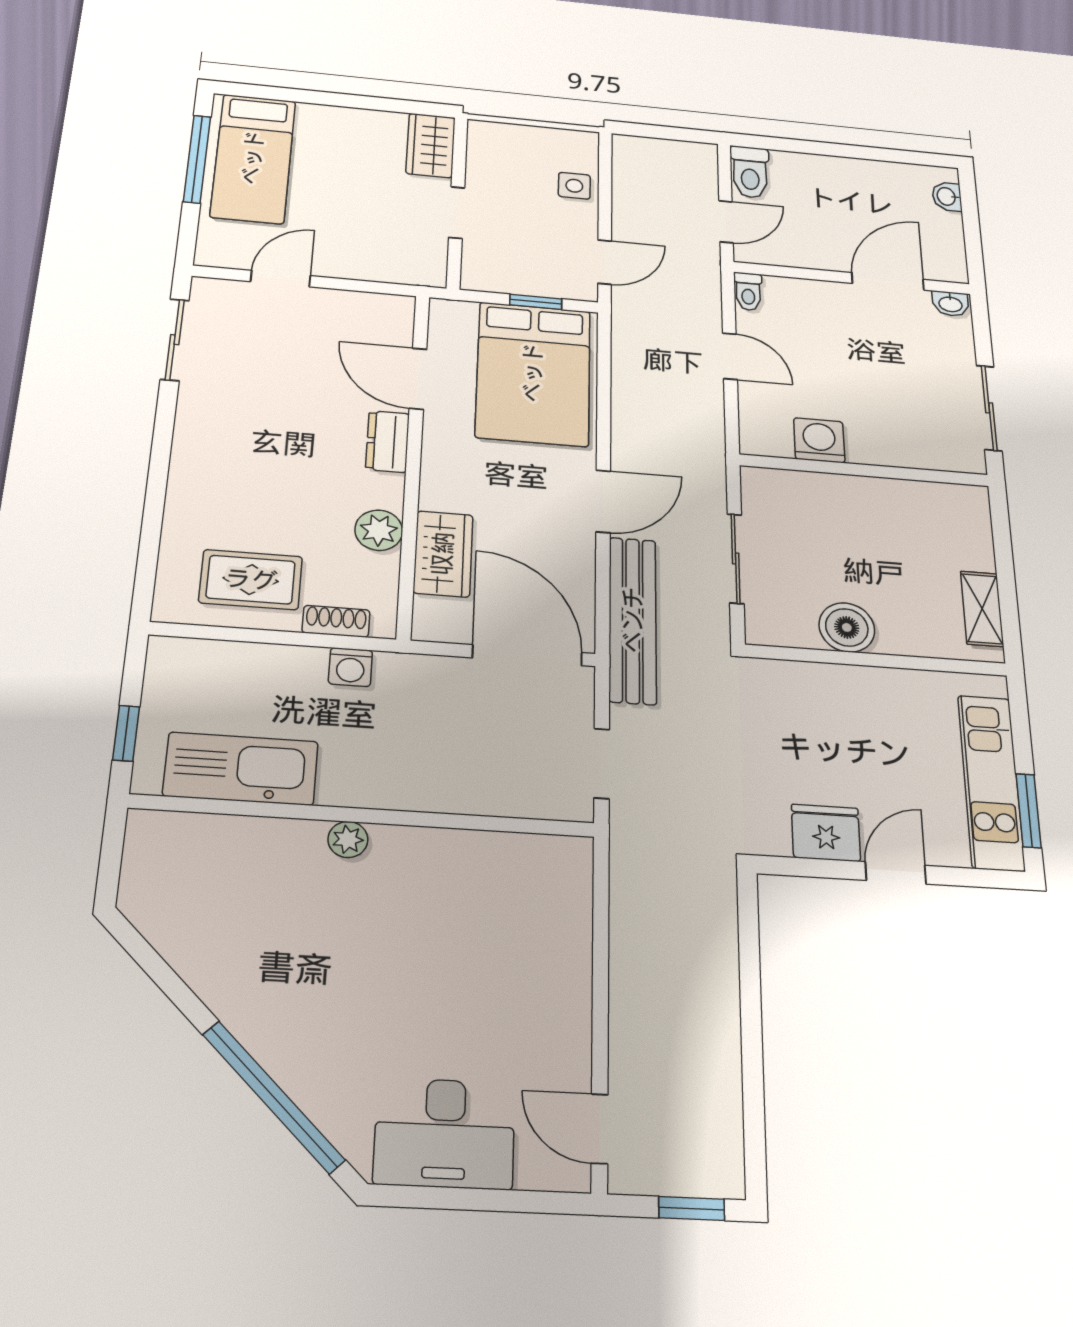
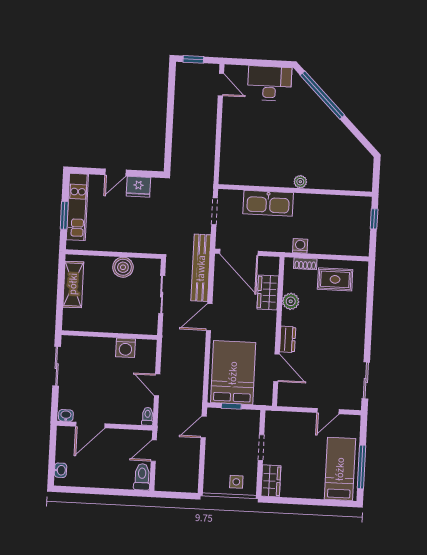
side table: (574, 186) -> (236, 482), moved
shelving: (982, 609) -> (73, 284), width x1.50, depth x1.33
kitchen sink: (241, 769) -> (268, 203), moved
window: (1029, 811) -> (64, 215), moved

